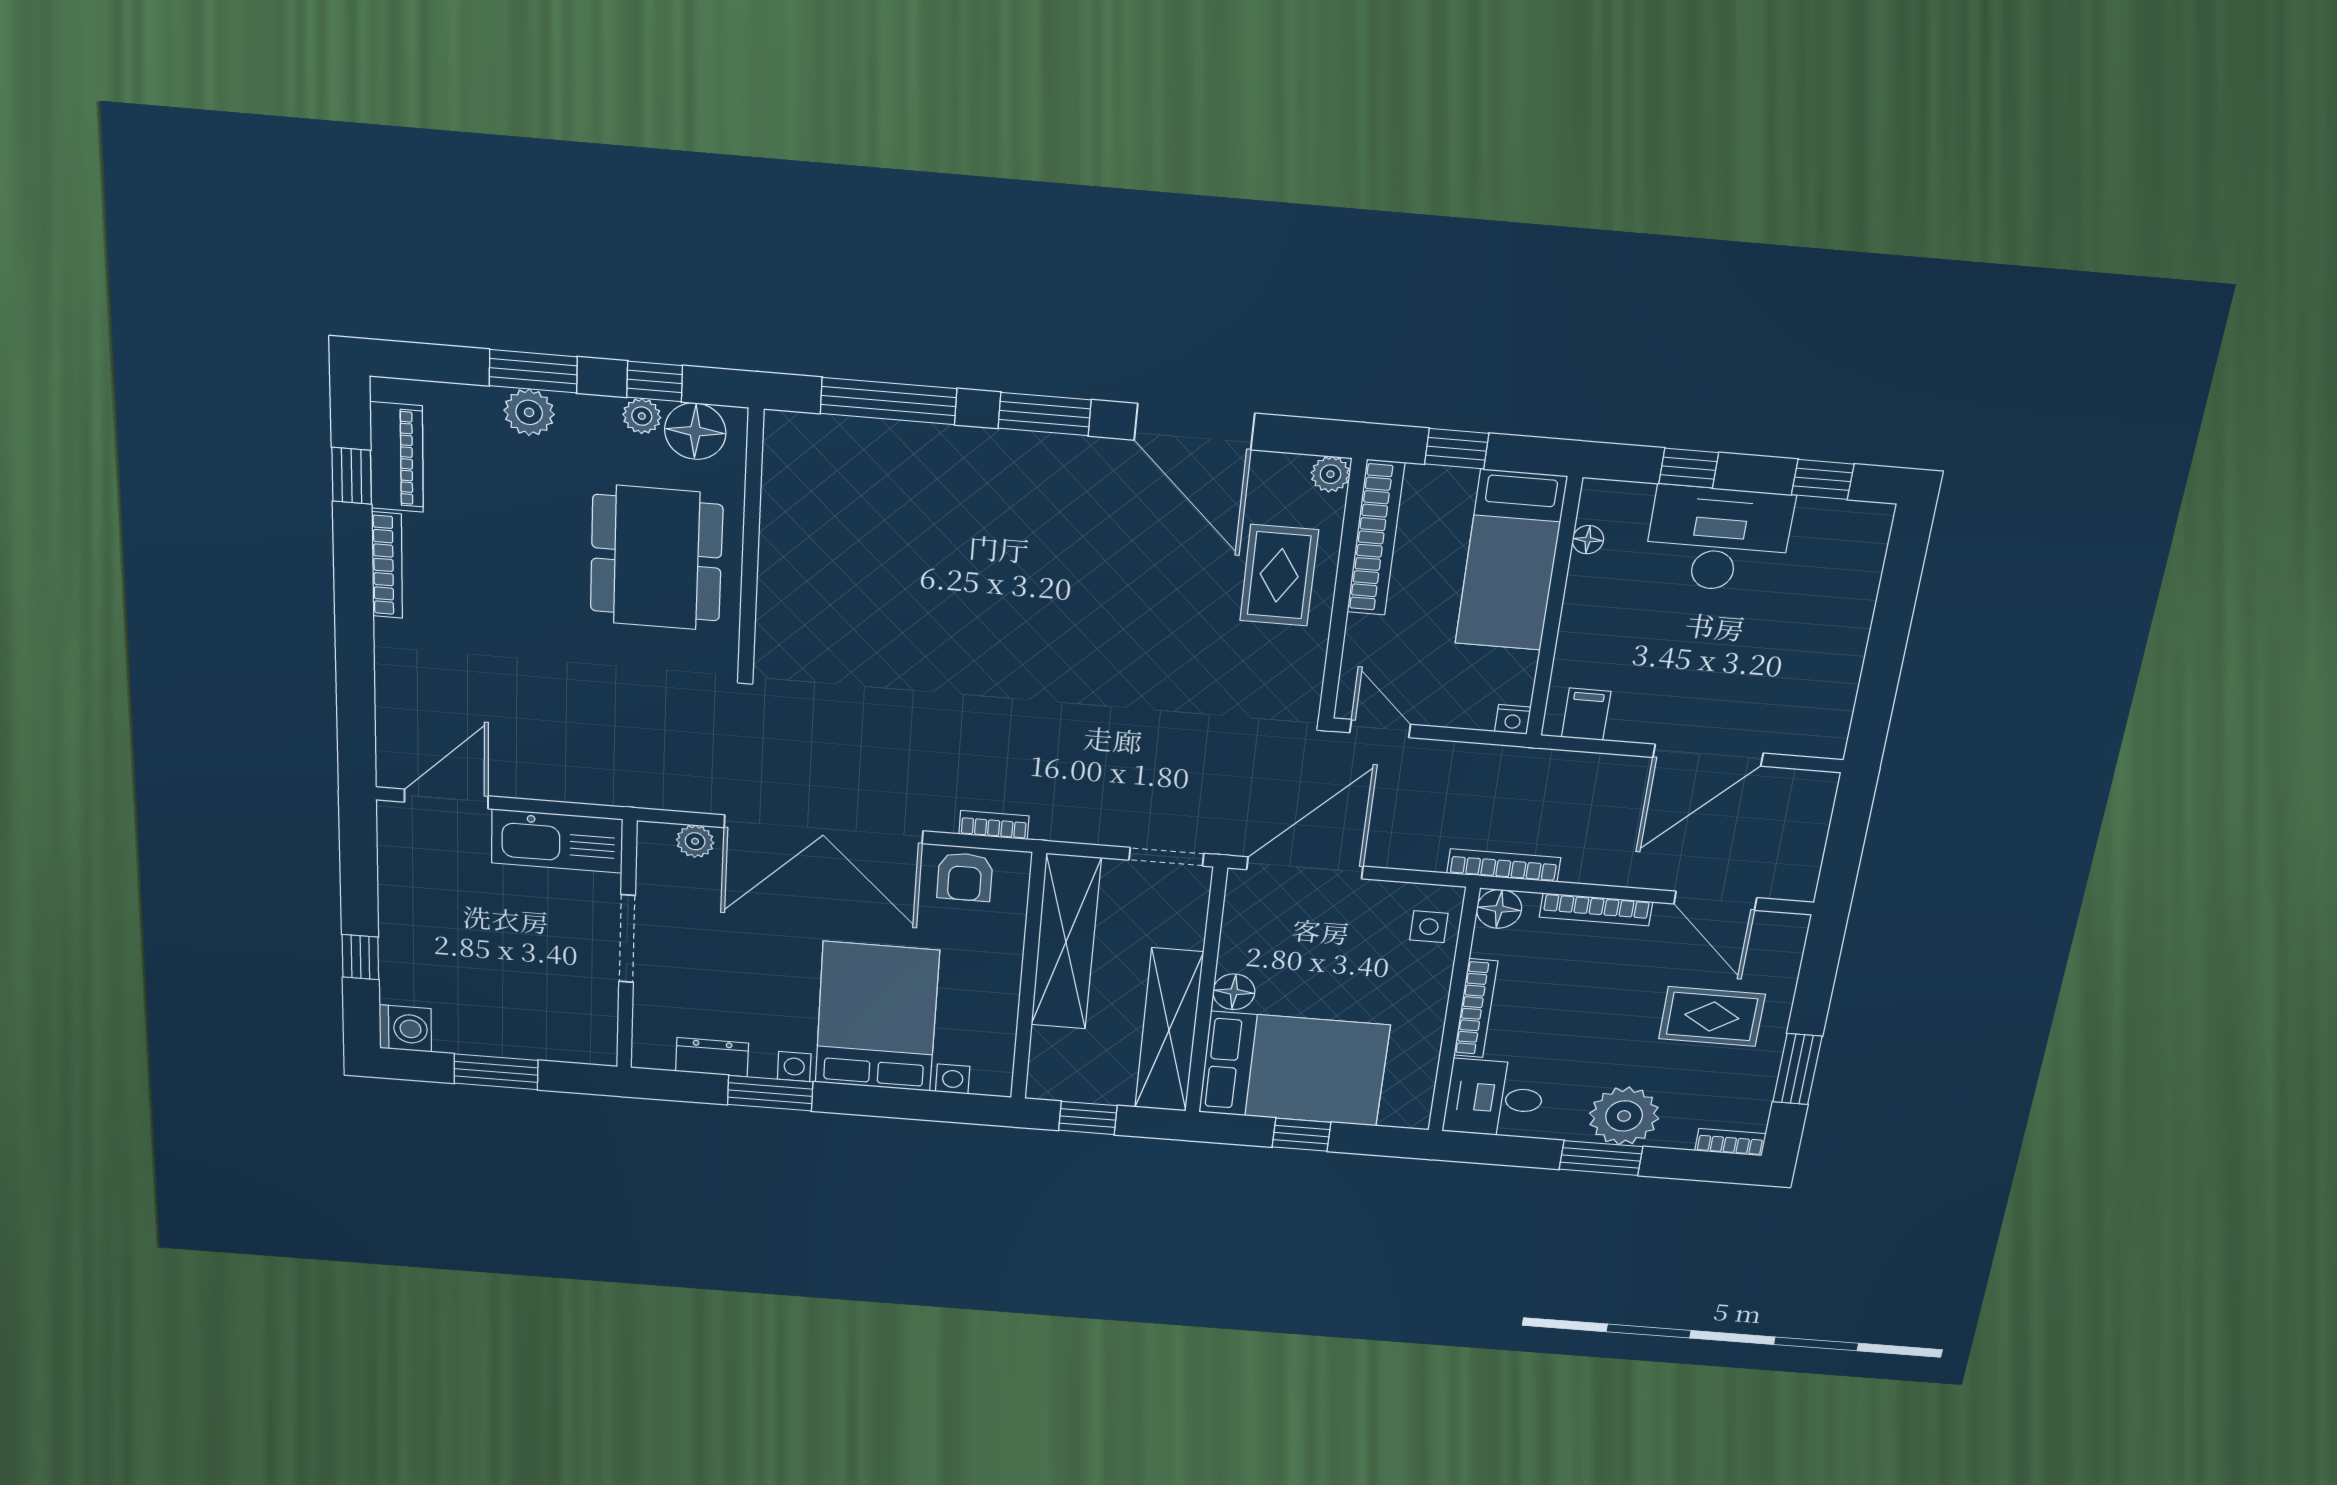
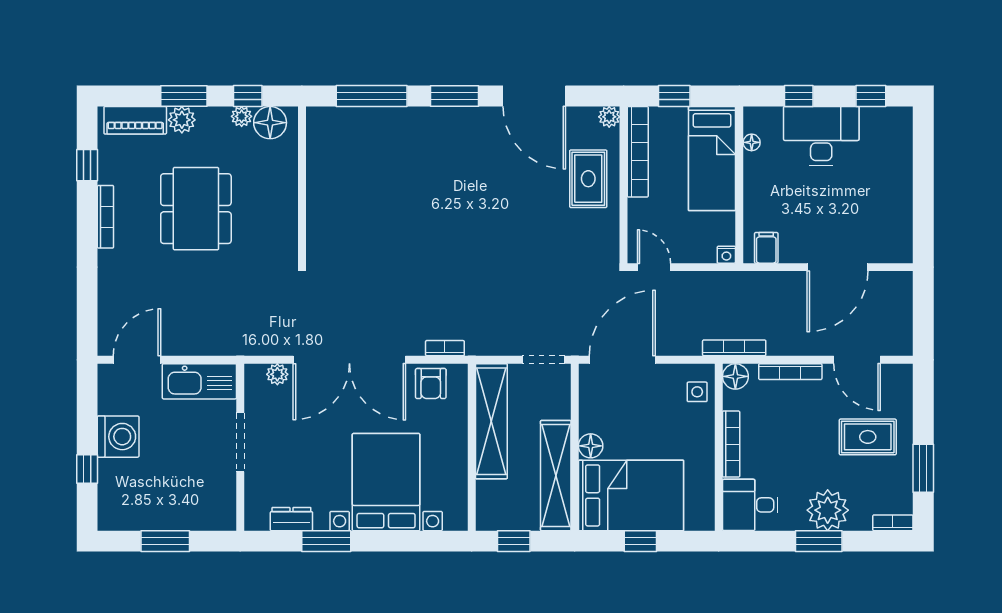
piano: (397, 457) -> (135, 120), moved, turned 90
dining table: (656, 558) -> (196, 209), moved
washing machine: (405, 1028) -> (118, 437), moved, width x1.37, depth x1.37

